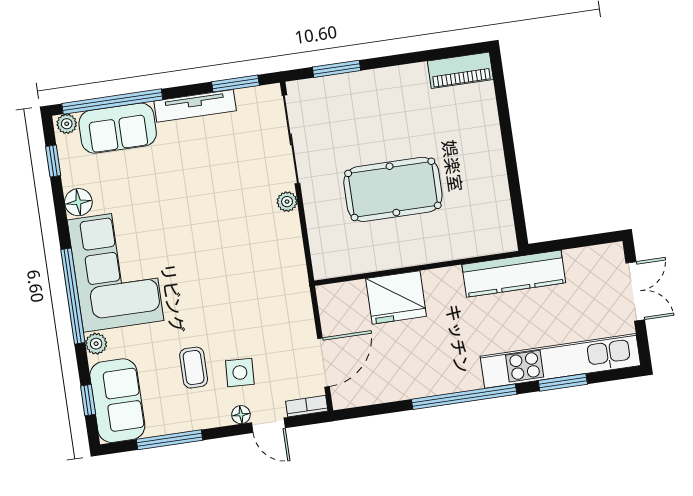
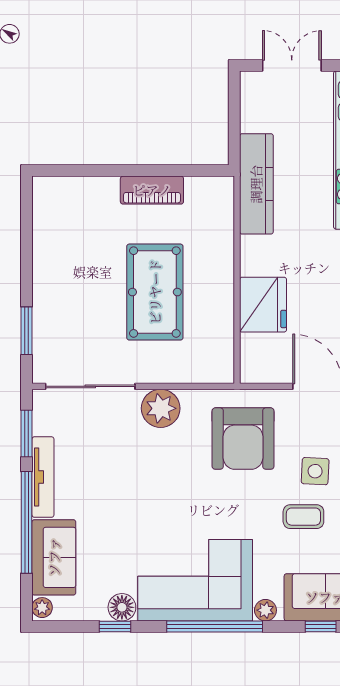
piano: (460, 70) -> (152, 190), moved, turned 90
window: (112, 102) -> (27, 522), moved
window: (53, 161) -> (115, 626), moved
plant: (287, 202) -> (161, 408), width x1.87, depth x1.87
armchair: (262, 297) -> (243, 439), added

